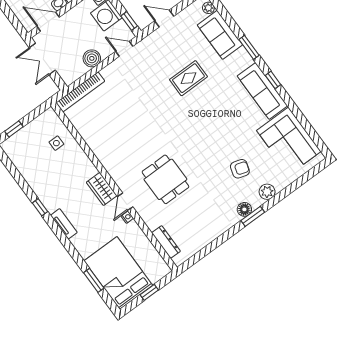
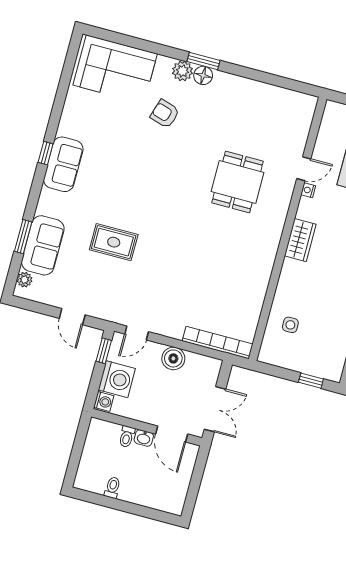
window: (249, 47) -> (23, 237), moved
door: (124, 49) -> (137, 333), hinge flipped
sofa: (262, 91) -> (63, 164), width x0.73
corner sofa: (289, 141) -> (115, 69), moved, turned 90
plant: (267, 192) -> (182, 71), moved
door: (125, 202) -> (304, 169), moved
dresser: (166, 242) -> (302, 130), removed

